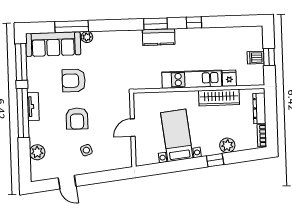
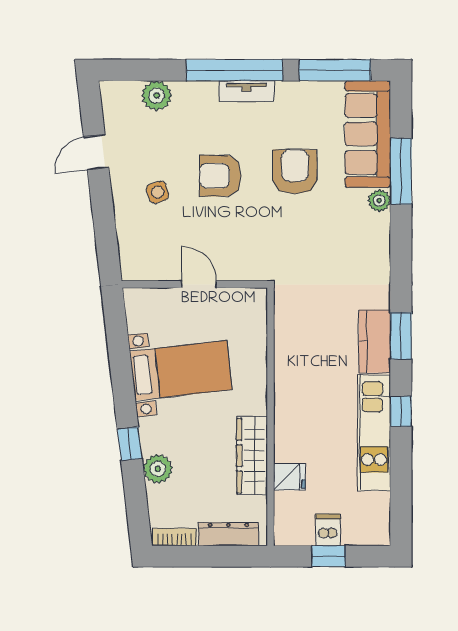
kitchen unit: (192, 79) -> (374, 433), moved, turned 180

